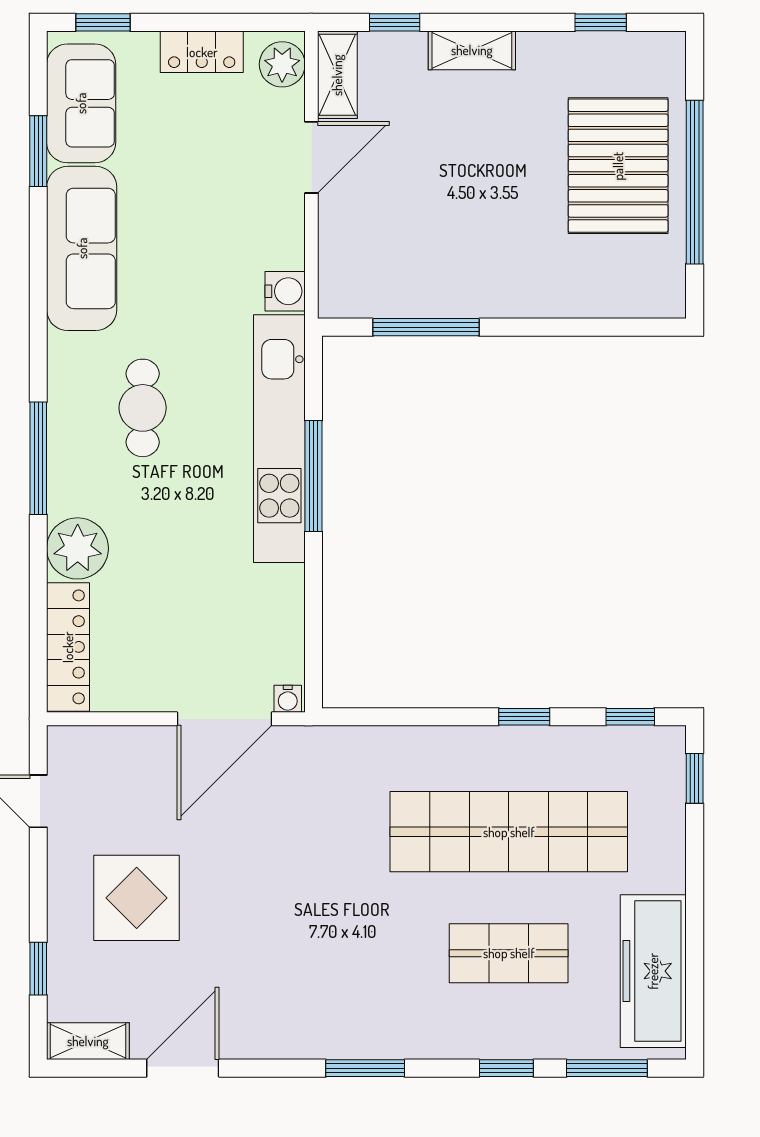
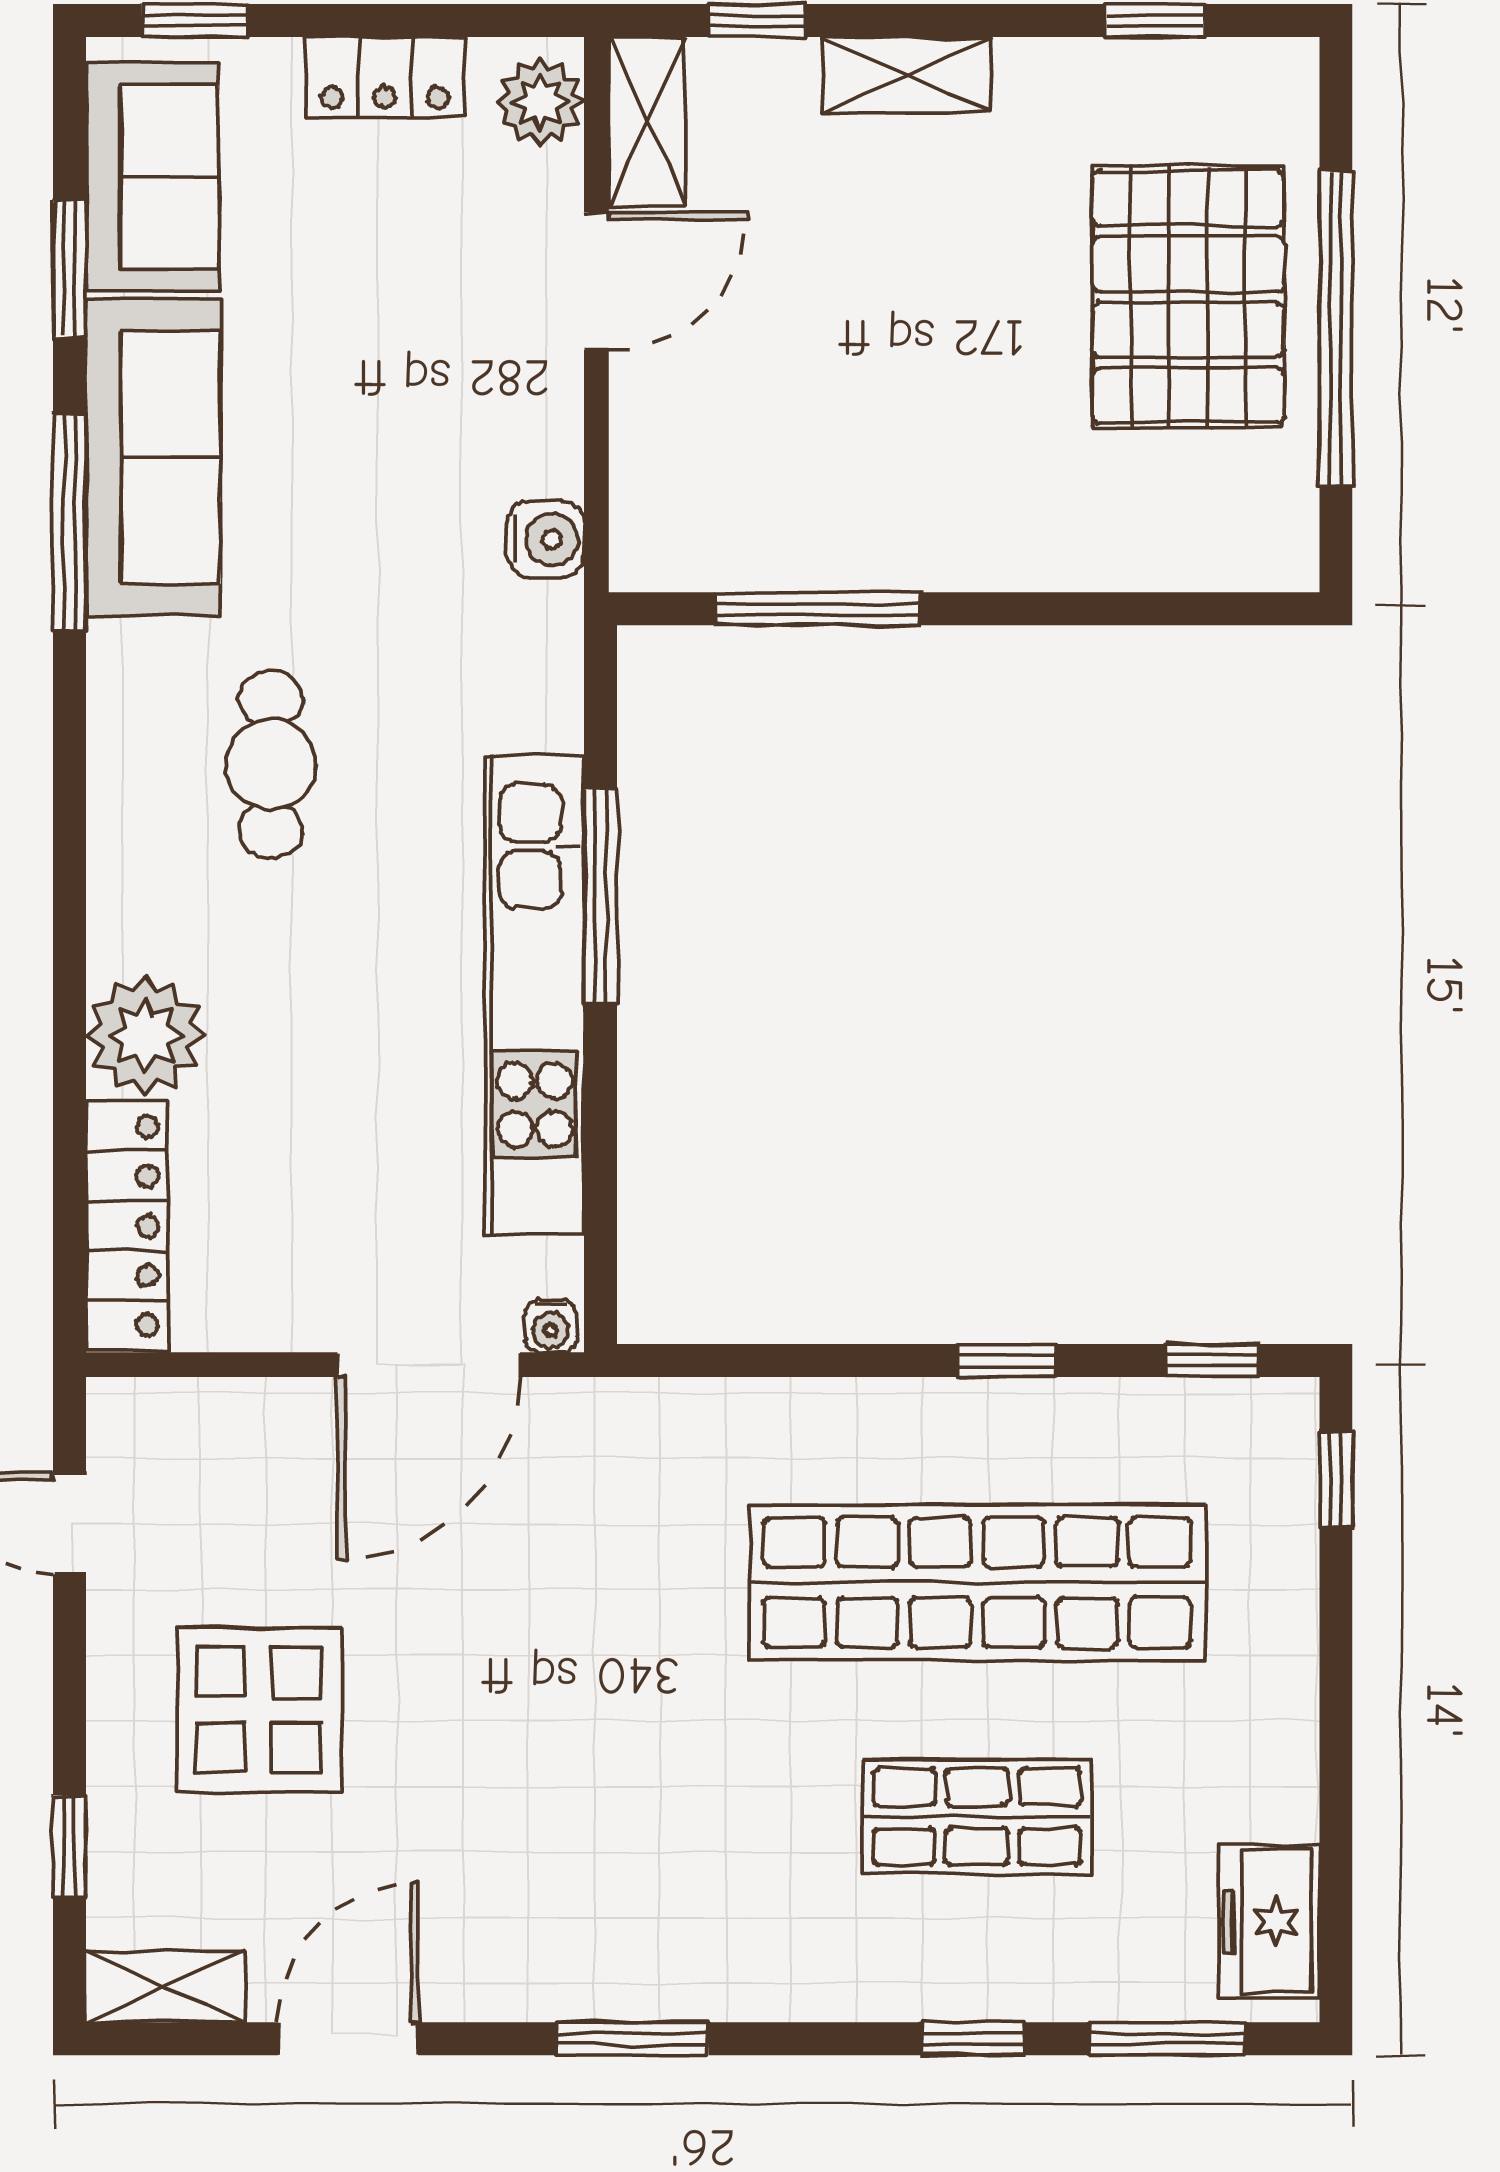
kitchen unit: (279, 439) -> (535, 995), moved
window: (38, 458) -> (69, 522), moved
freezer: (653, 971) -> (1269, 1922), width x0.52, depth x0.79
window: (365, 1068) -> (633, 2039), moved

